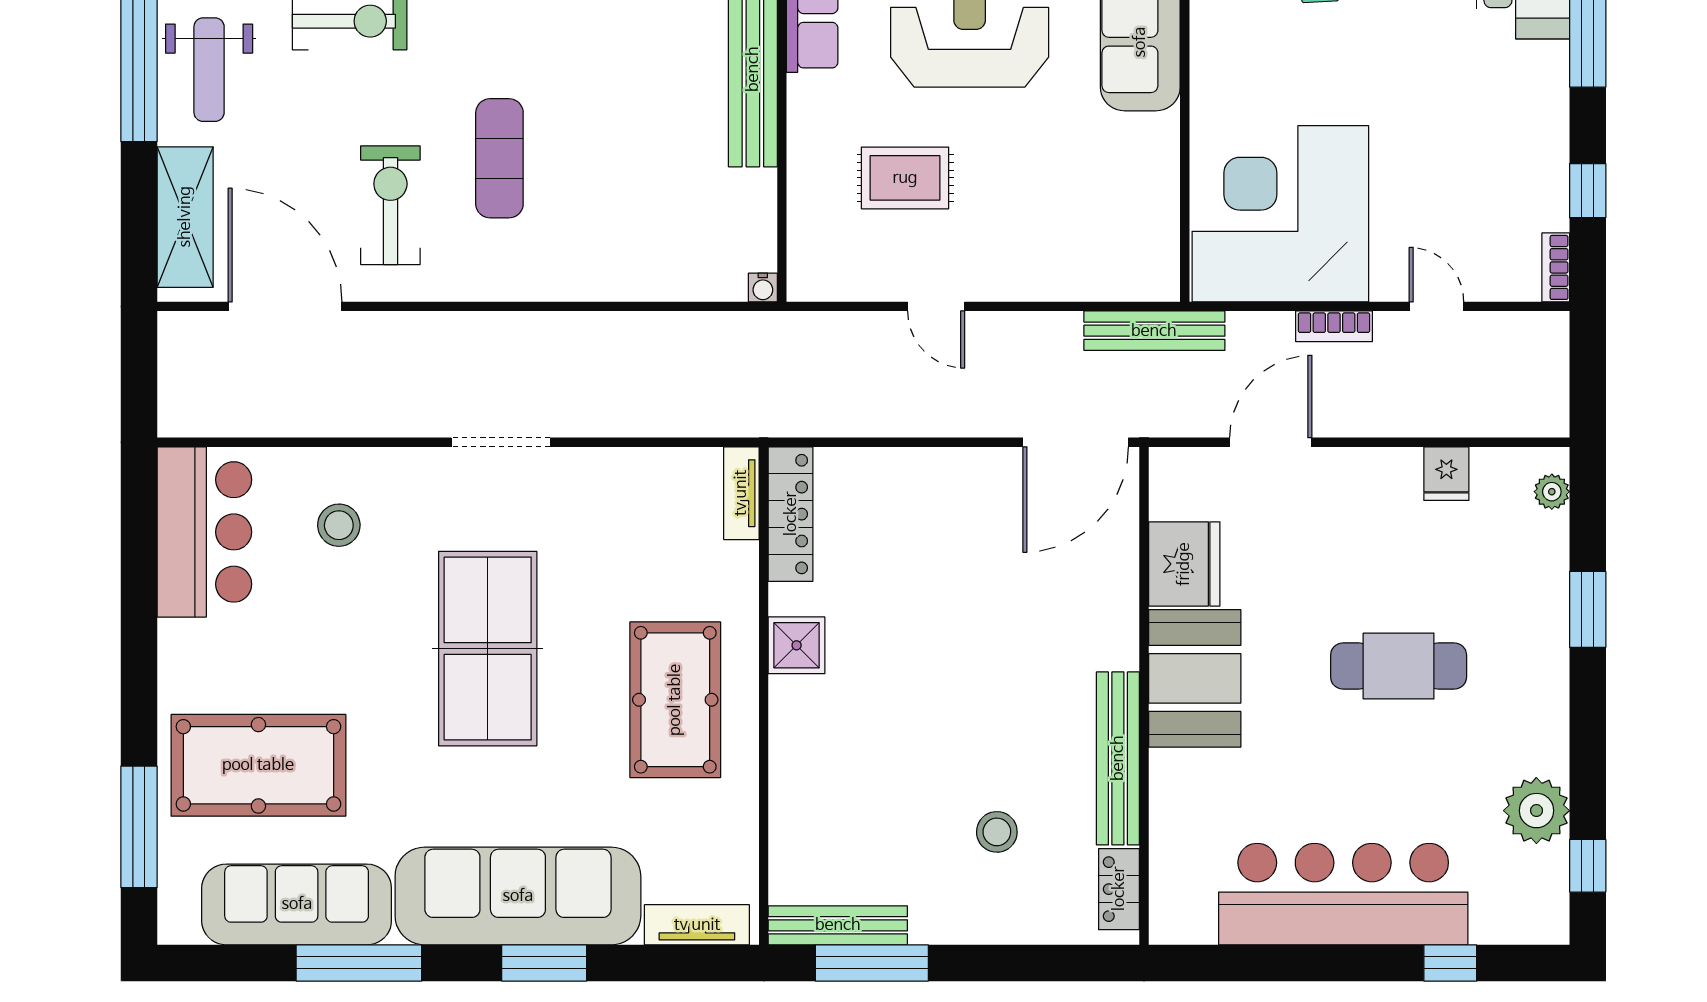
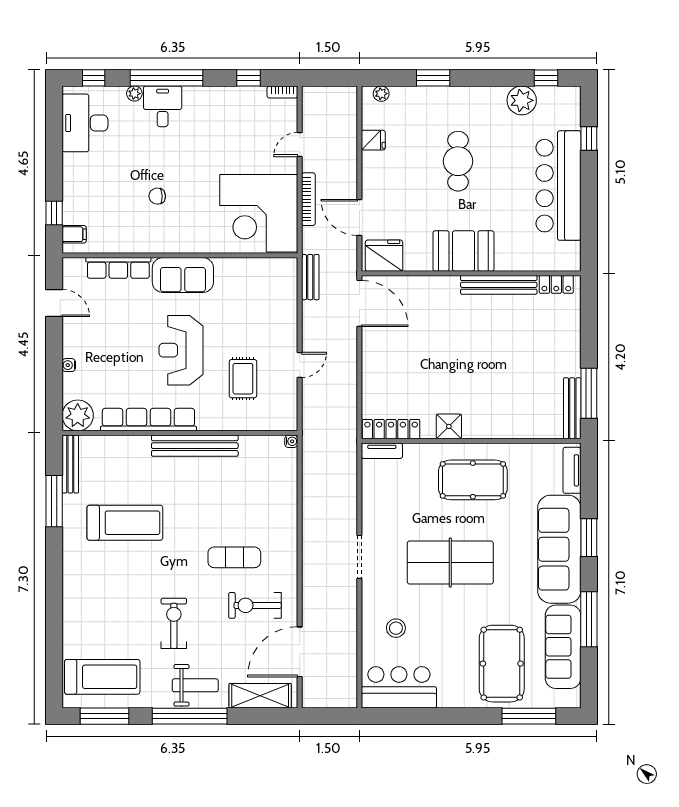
bookcase: (1334, 326) -> (308, 199), width x1.56
bench: (1154, 331) -> (310, 277), width x0.73
fridge: (1184, 564) -> (384, 256), moved
stool: (997, 832) -> (531, 338), removed

